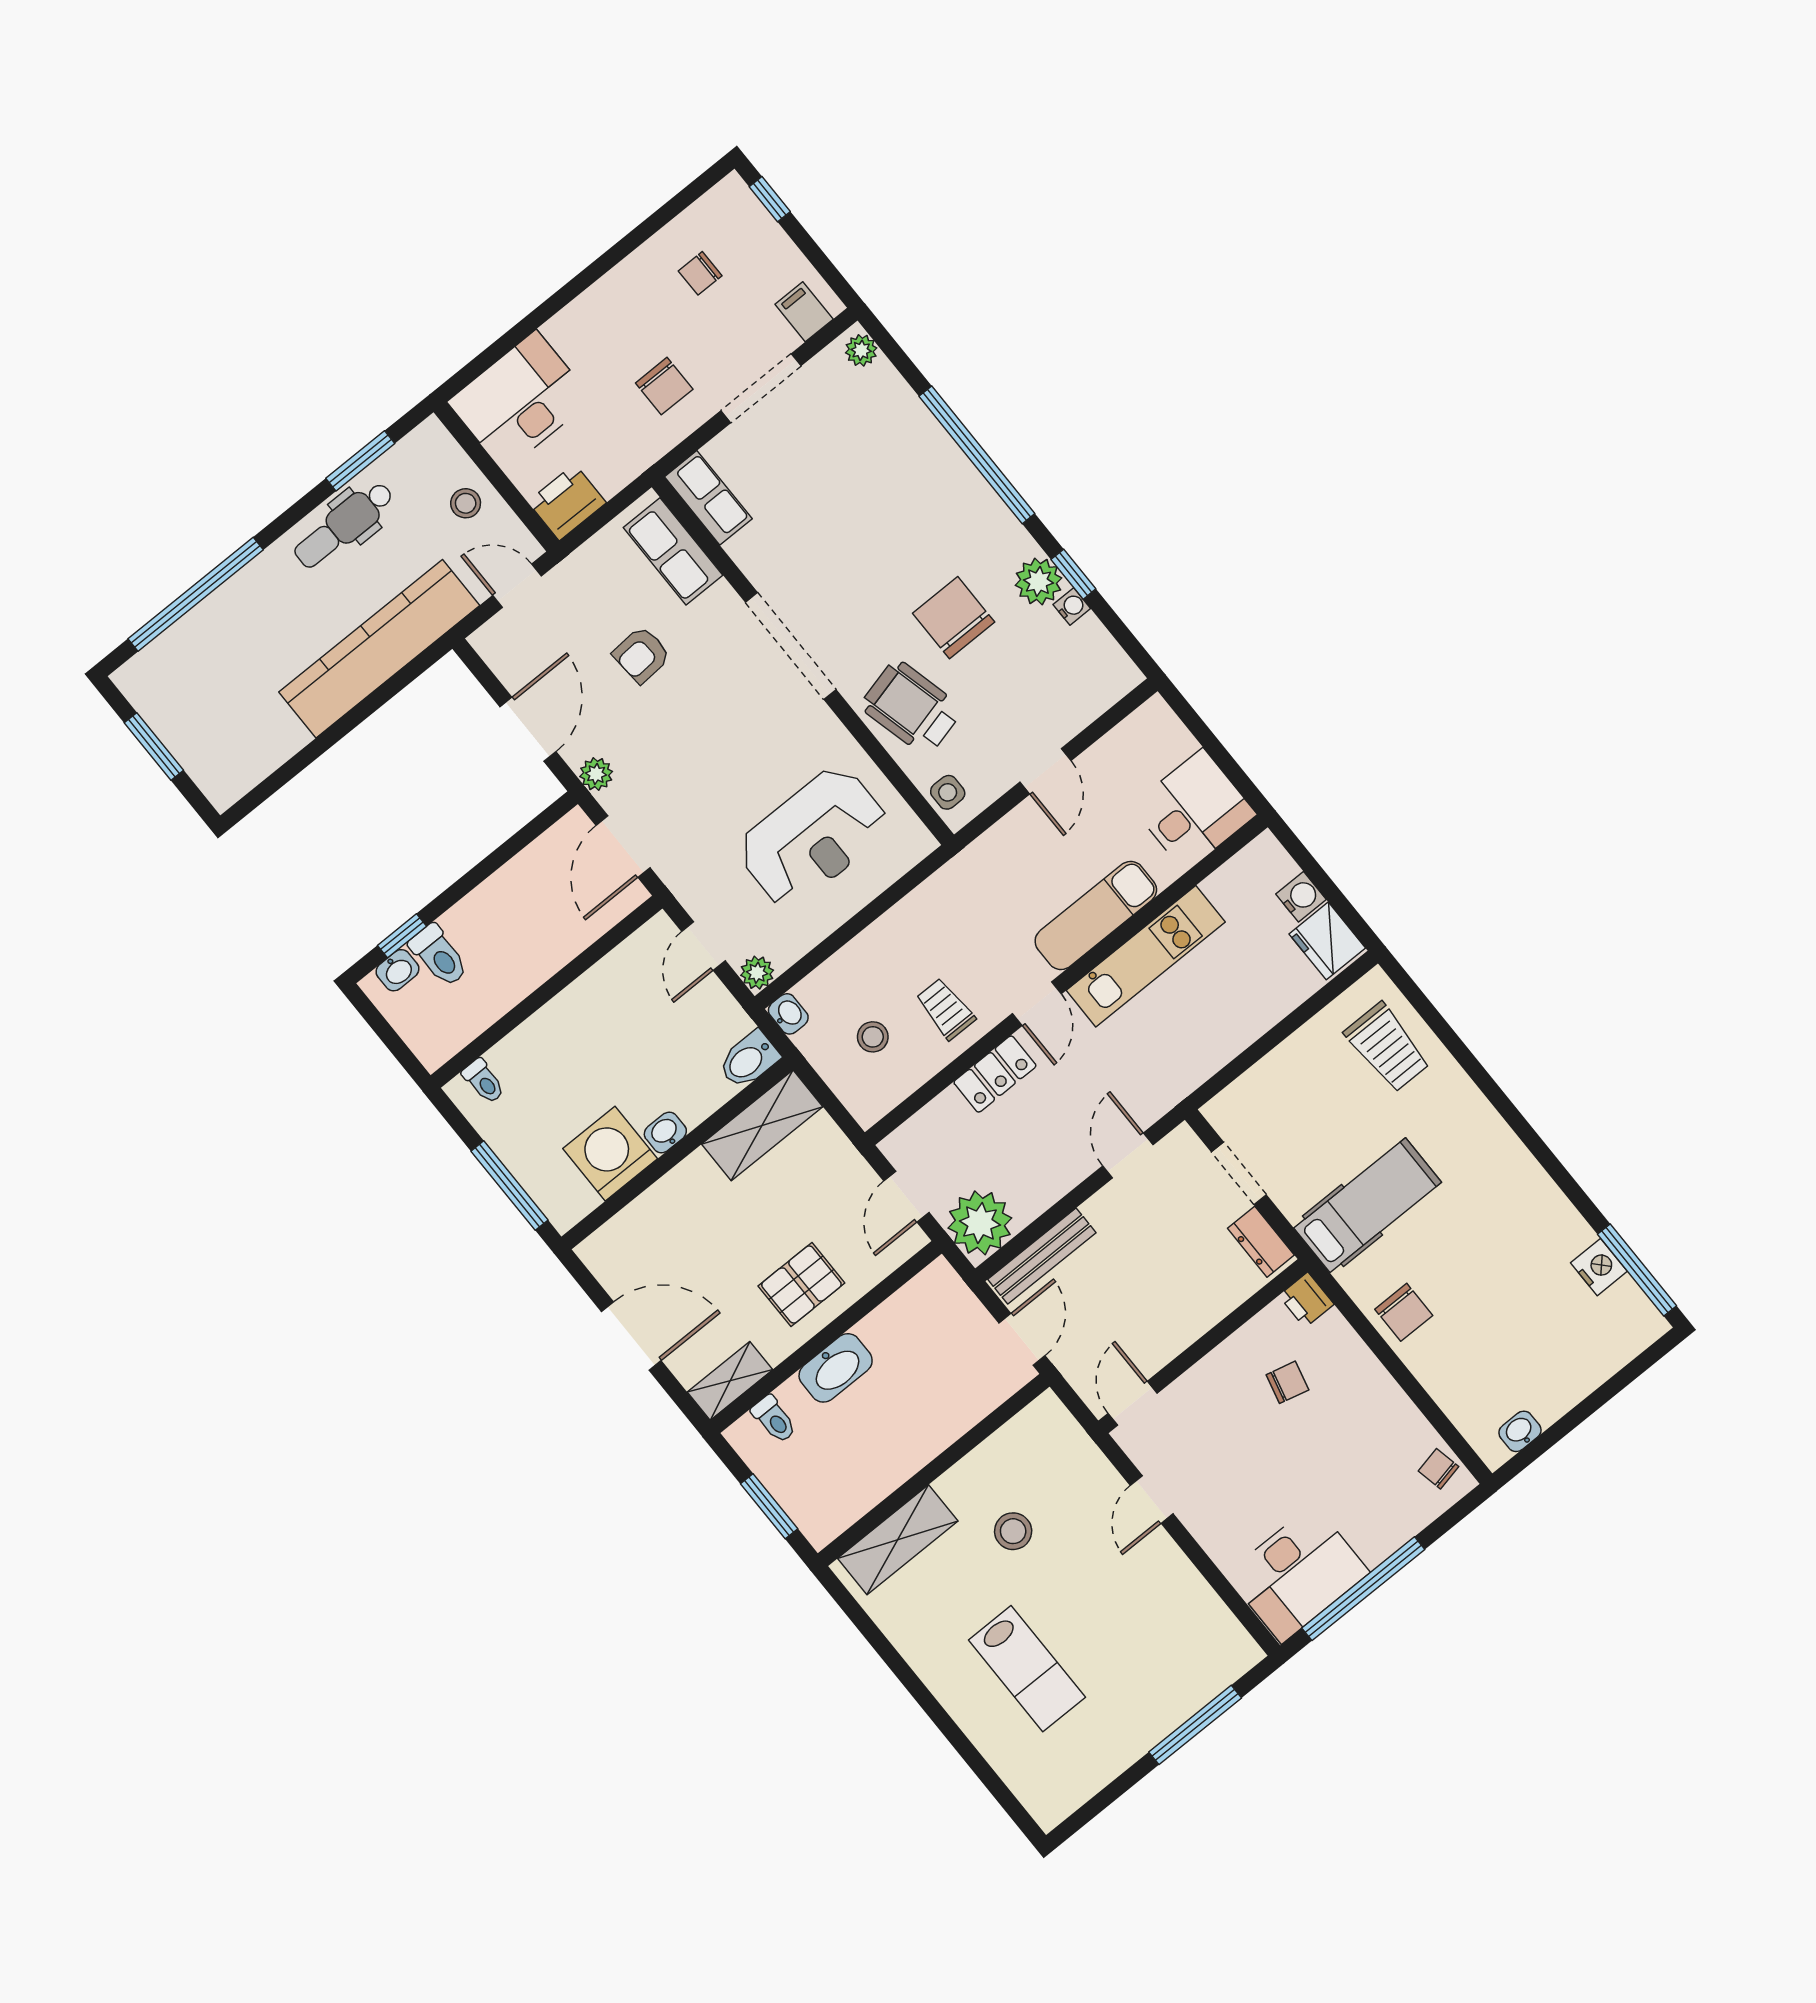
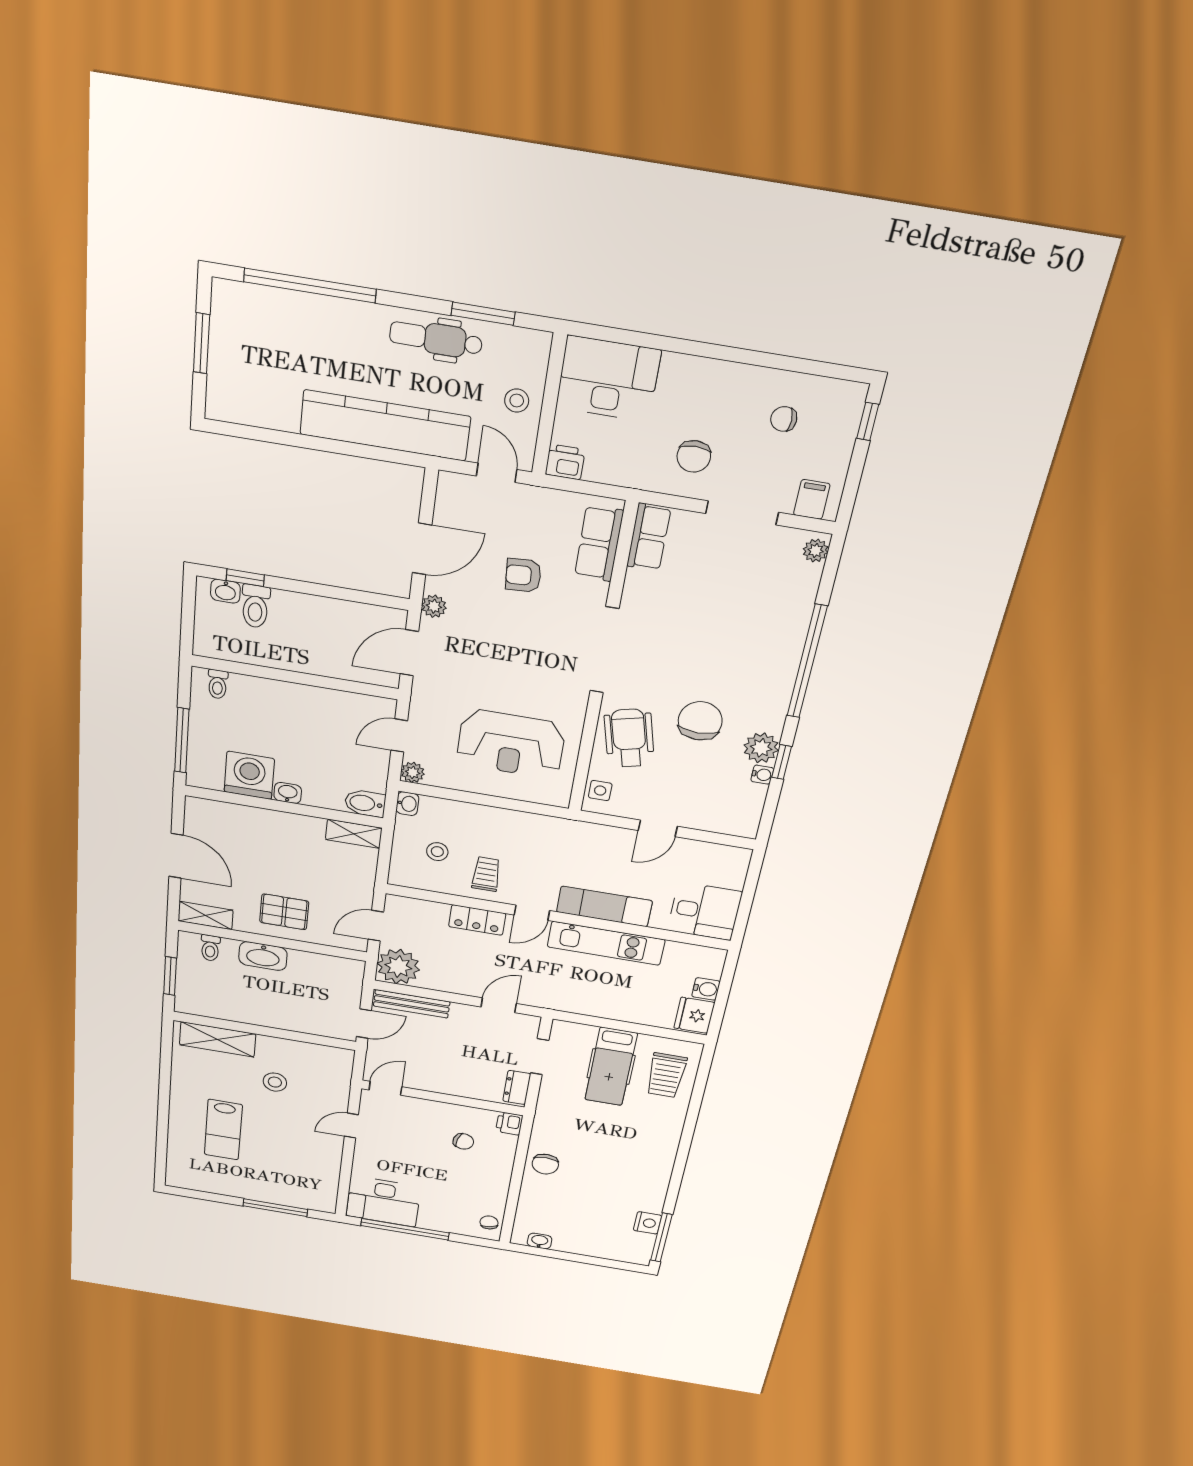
printer: (567, 502) -> (565, 462), width x0.73, depth x0.81
shelving: (762, 1125) -> (354, 834), width x0.67, depth x0.75
hospital bed: (1368, 1205) -> (611, 1067), moved, turned 90

